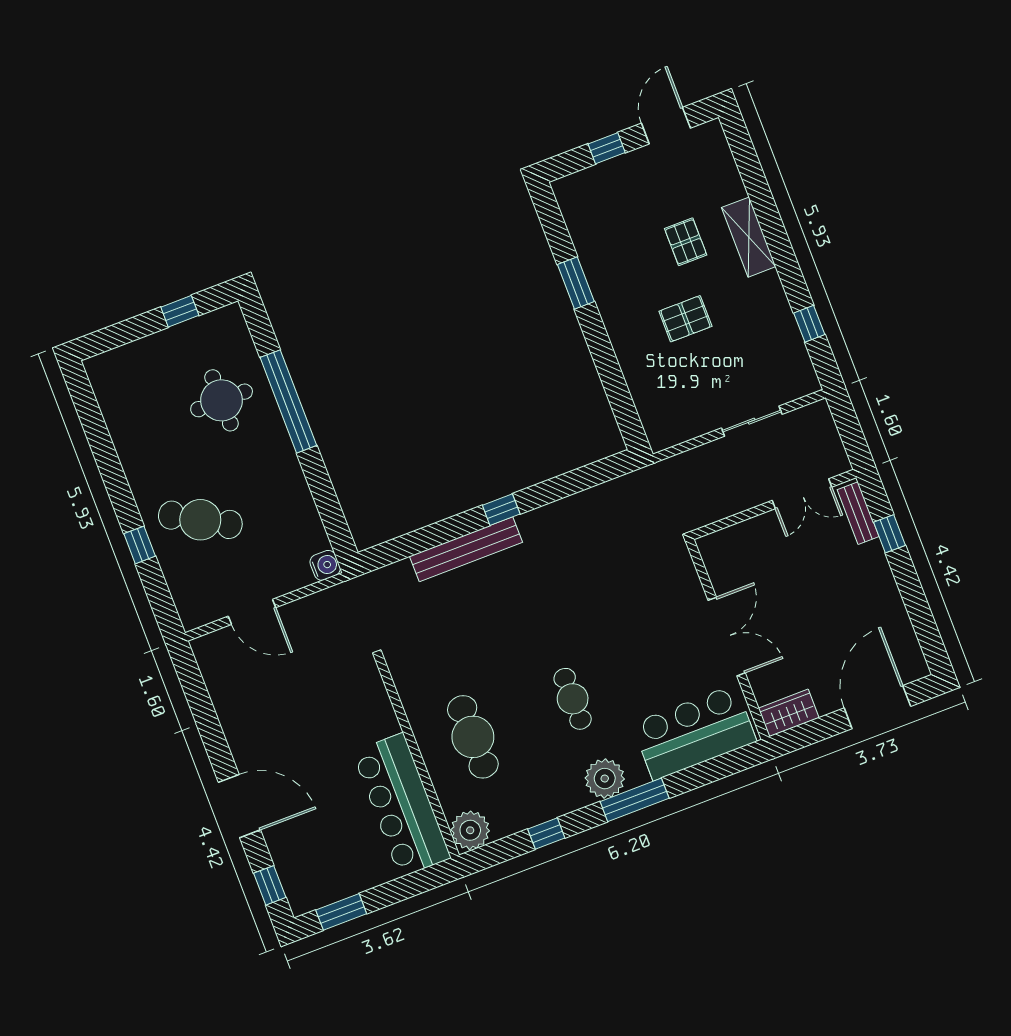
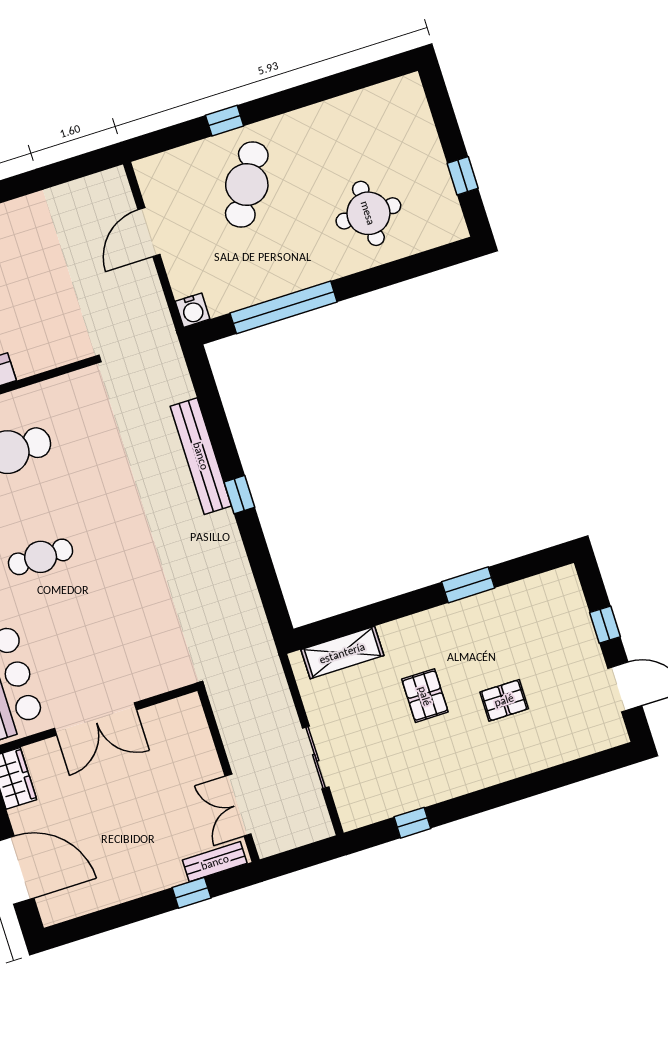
shelving: (749, 237) -> (342, 653), moved
window: (288, 401) -> (284, 307), moved

